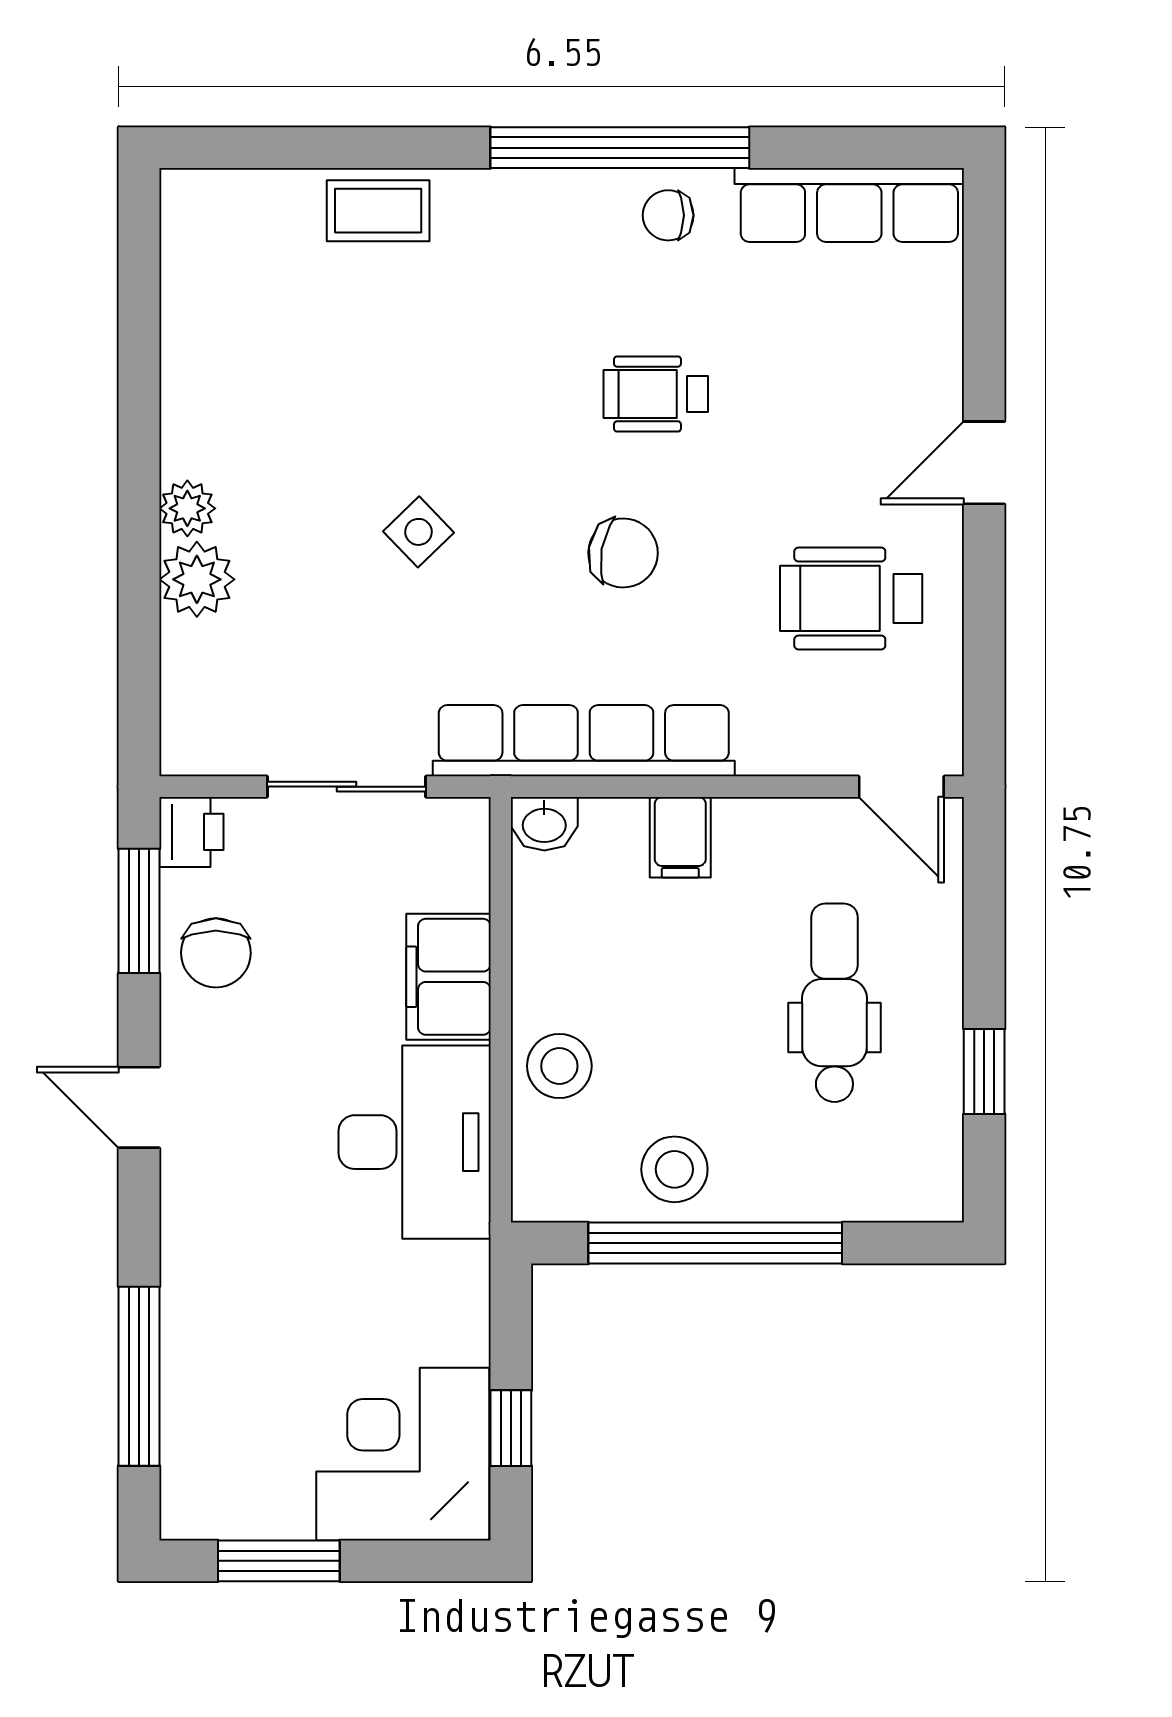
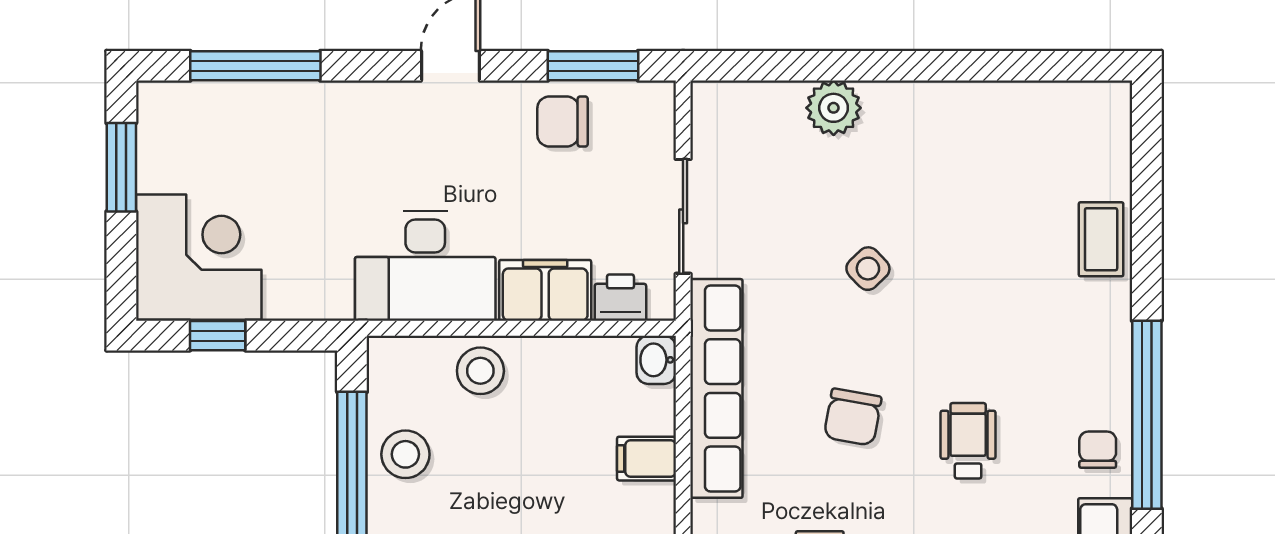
plant: (187, 508) -> (885, 101), removed
printer: (191, 832) -> (620, 298), moved, turned 180

